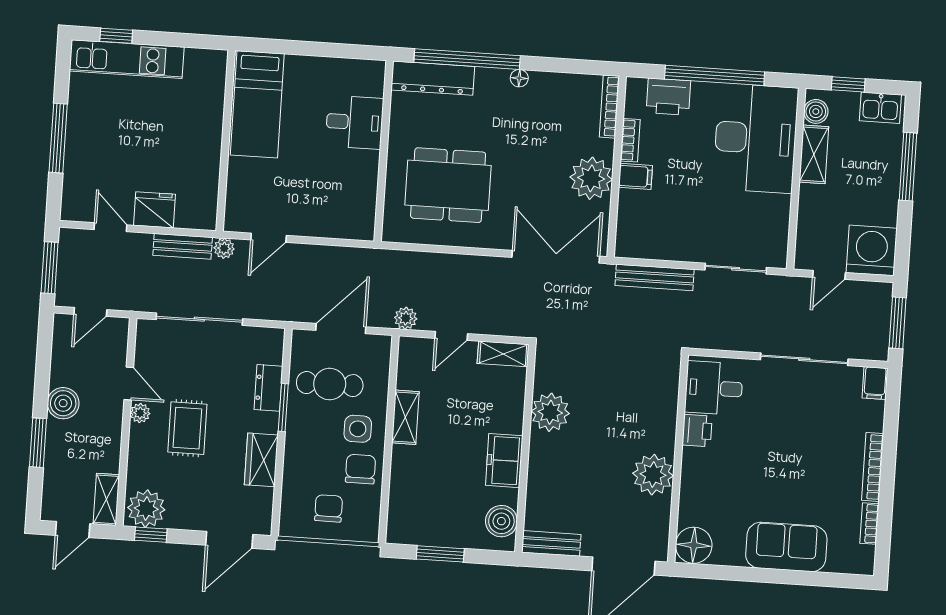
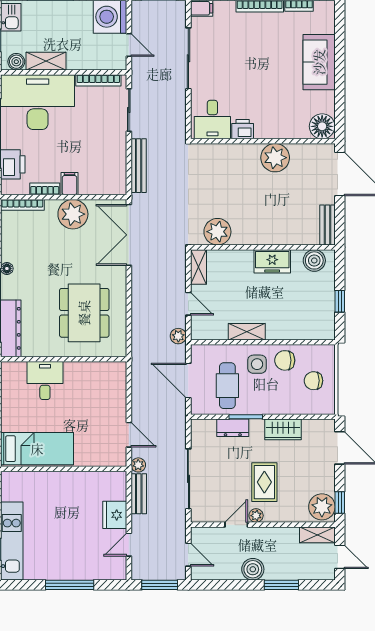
bookcase: (781, 228) -> (98, 80), added
plant: (550, 412) -> (217, 232), moved
rug: (187, 428) -> (264, 482), turned 90
window: (440, 554) -> (340, 301), width x0.67

